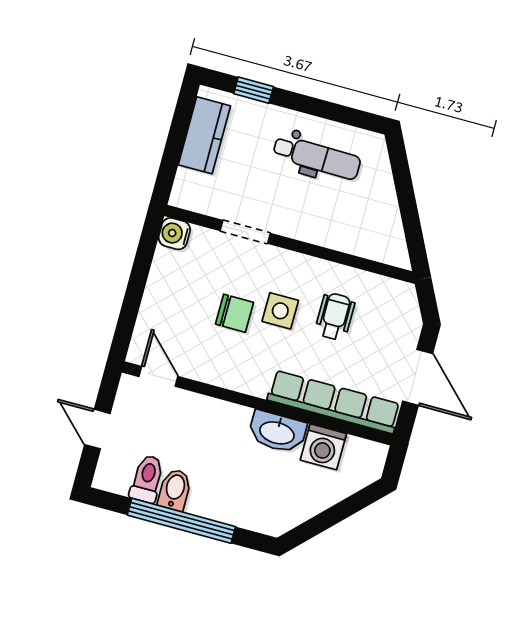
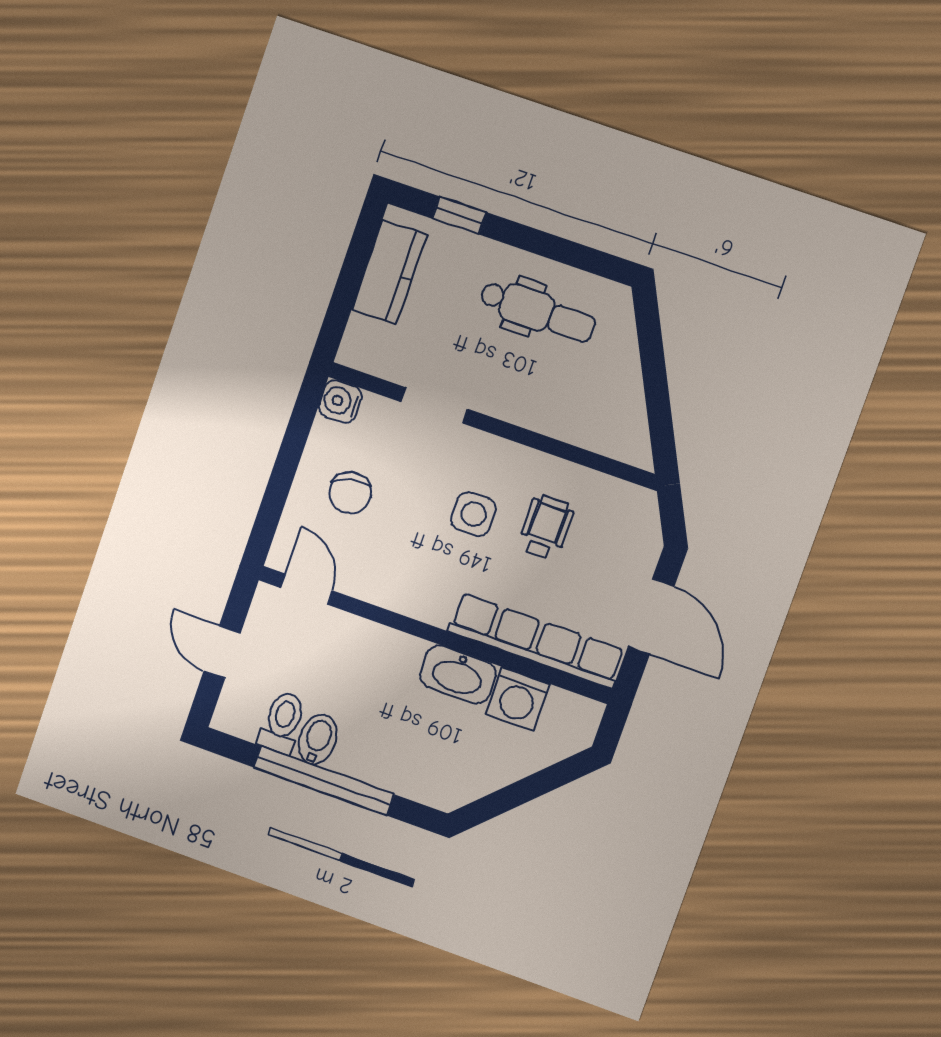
chair: (234, 313) -> (350, 493), moved, turned 77

